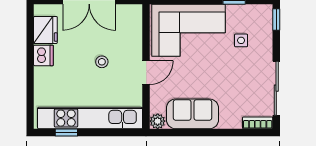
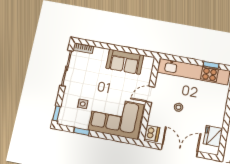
dishwasher: (43, 55) -> (152, 133), moved, turned 180
plant: (158, 121) -> (149, 61), removed

